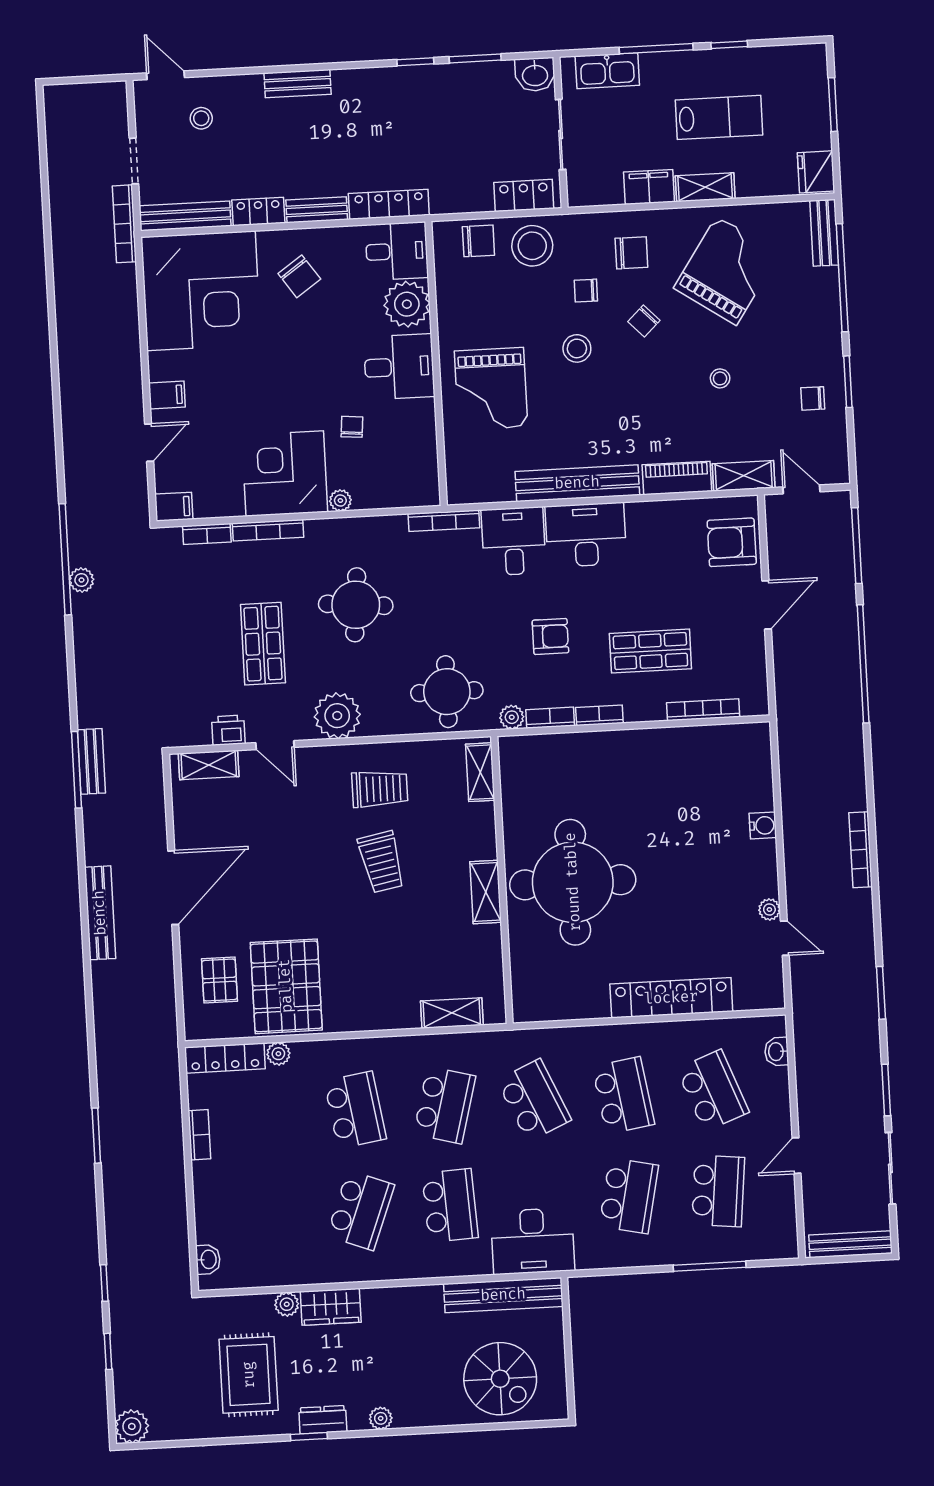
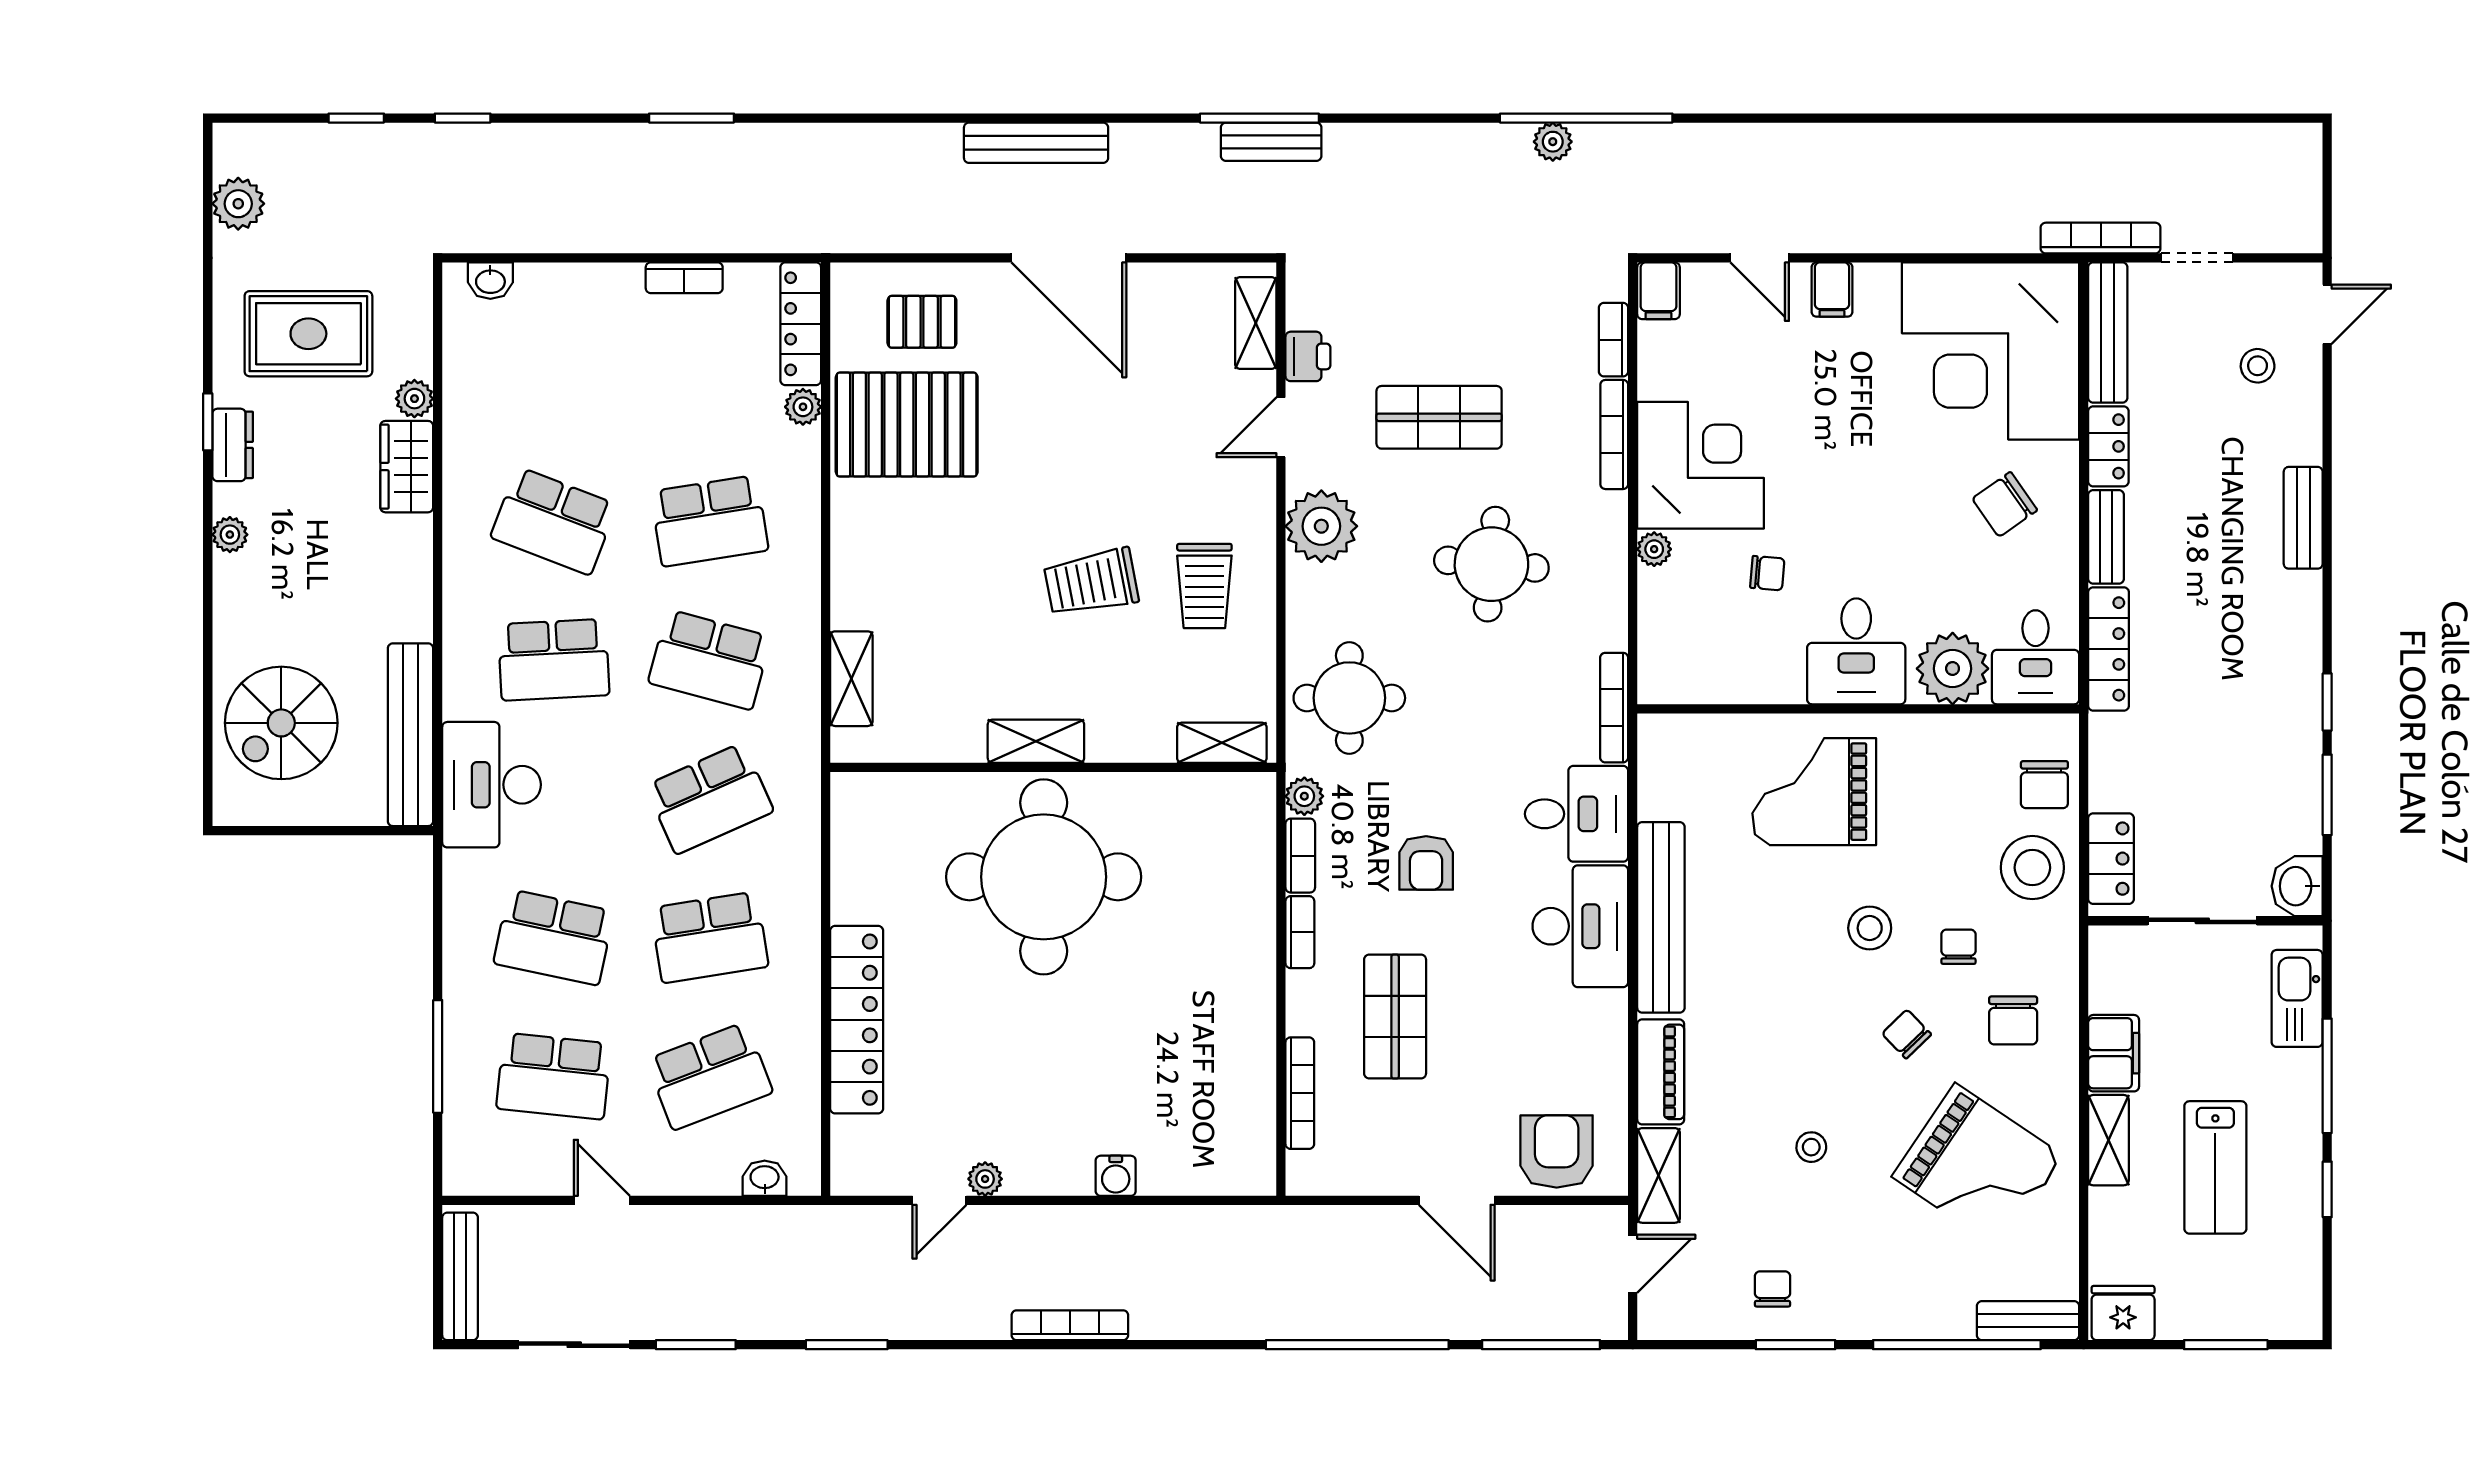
plant: (132, 1426) -> (238, 204), moved

